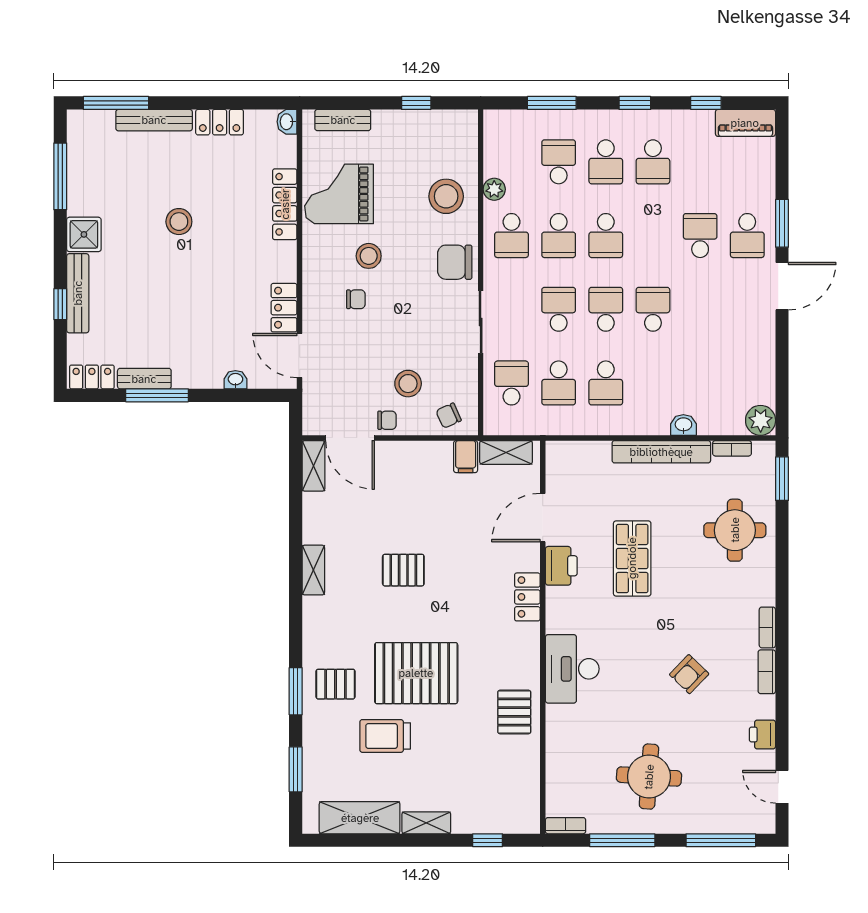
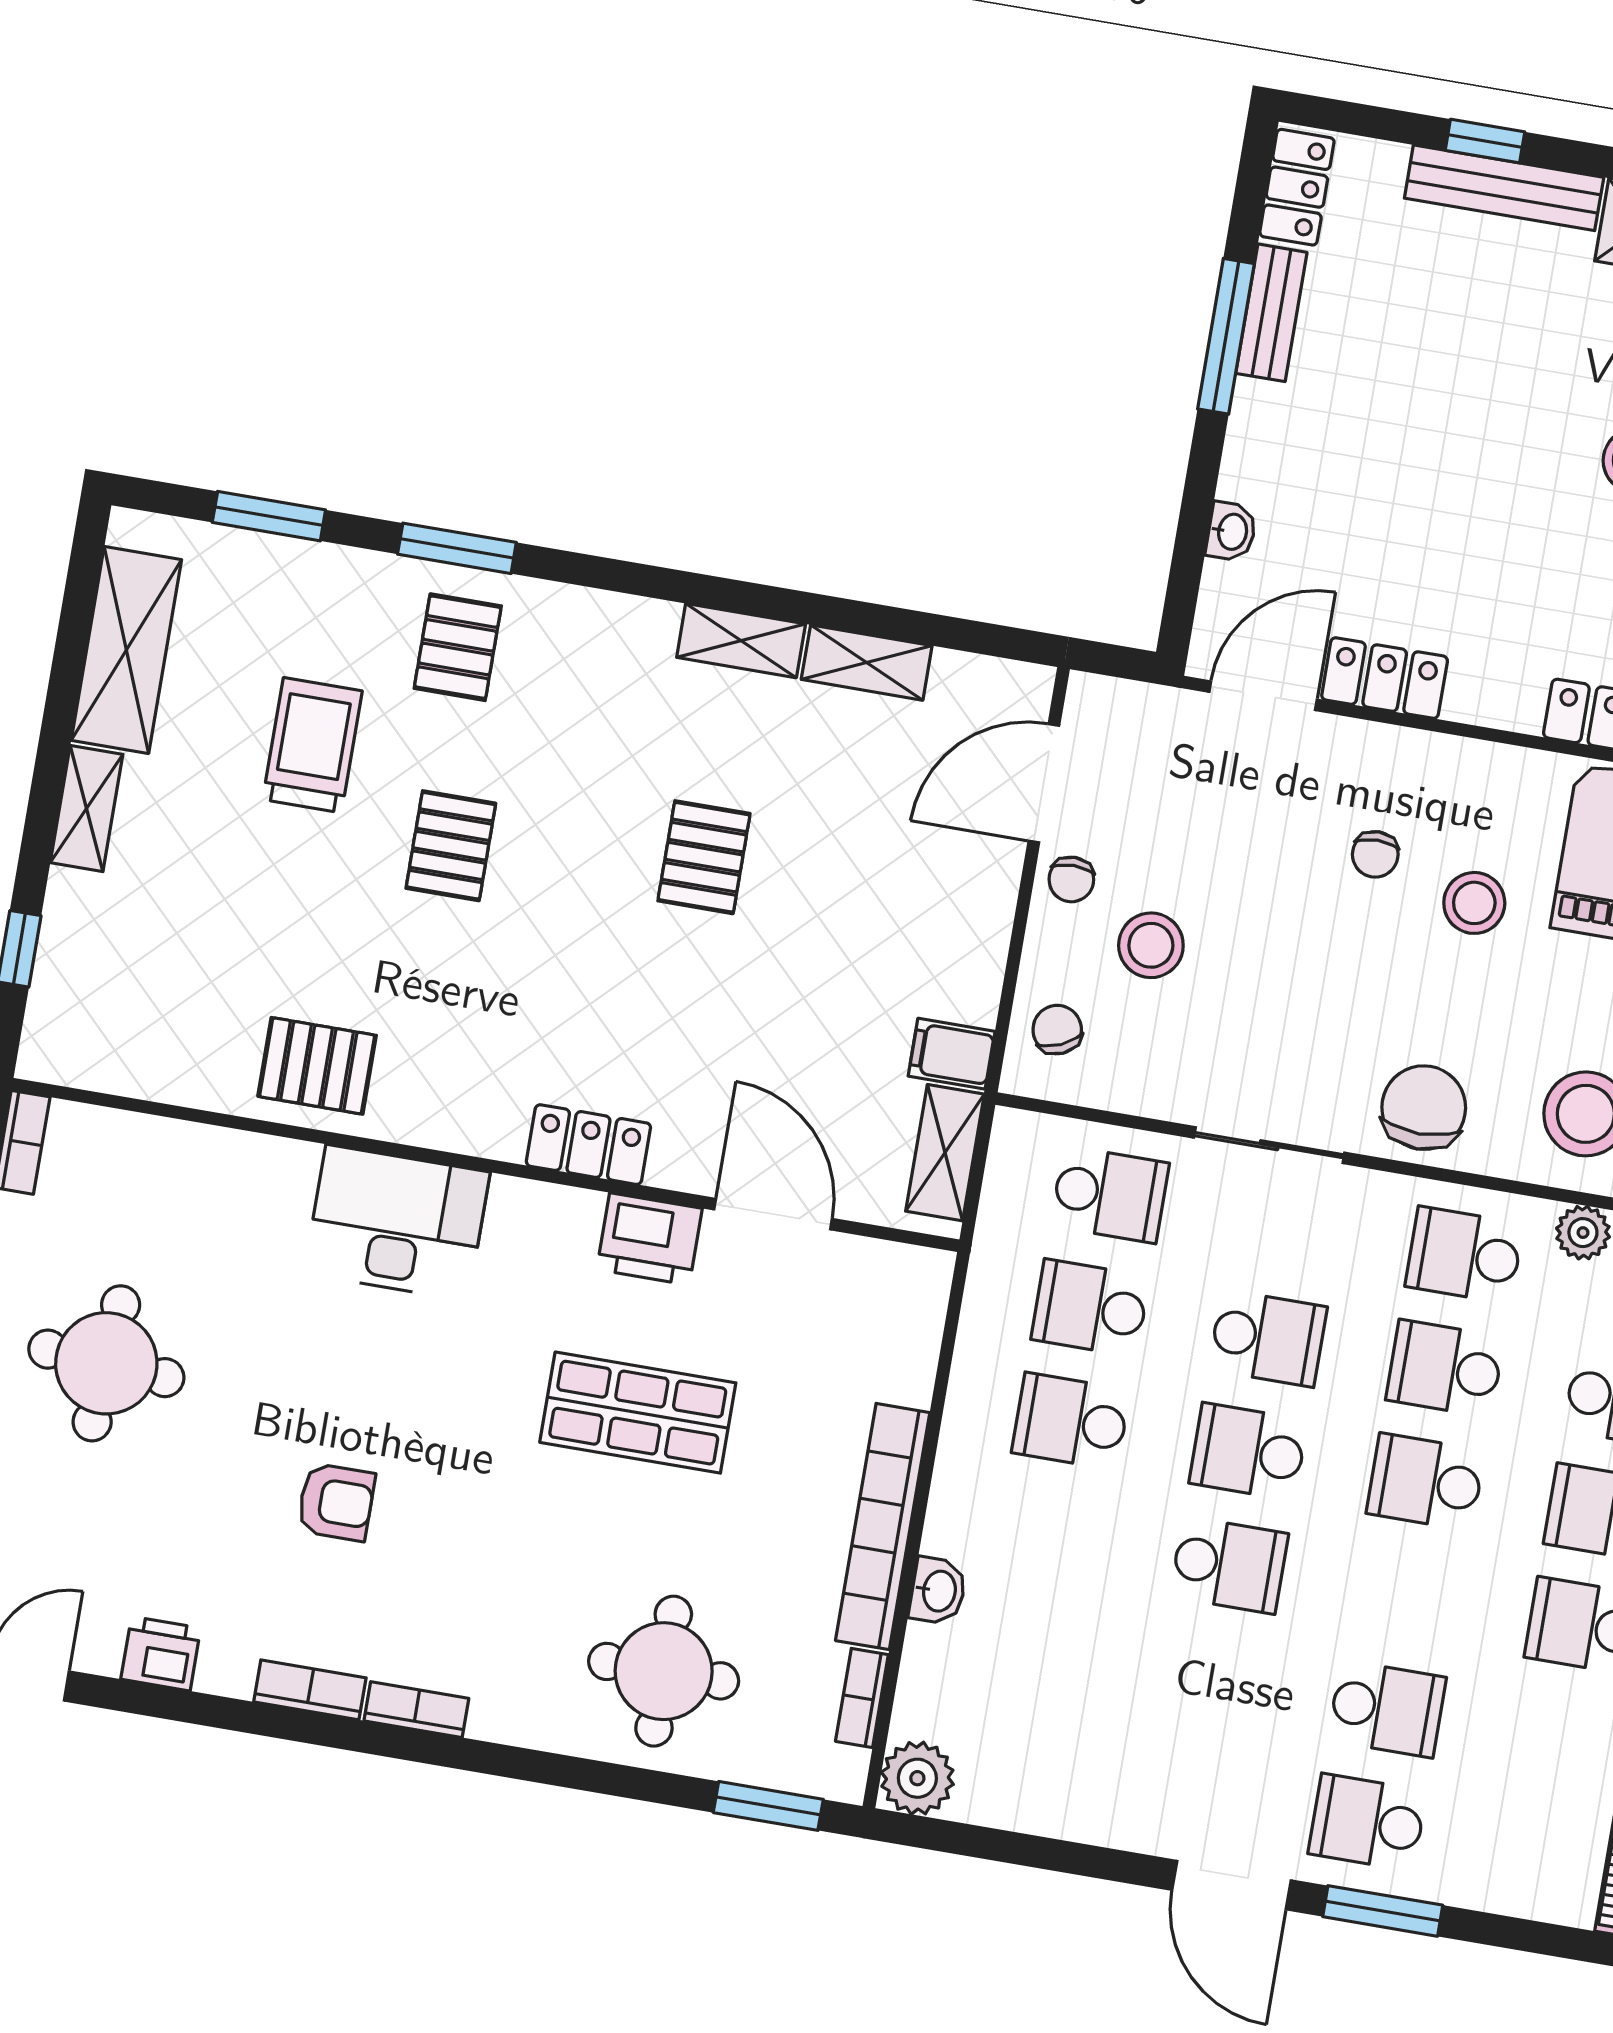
school desk: (606, 309) -> (1248, 1452), turned 180
shelving: (313, 466) -> (867, 663), moved
pallet: (416, 673) -> (451, 846), width x0.49, depth x0.50
armchair: (689, 674) -> (336, 1502), turned 136

